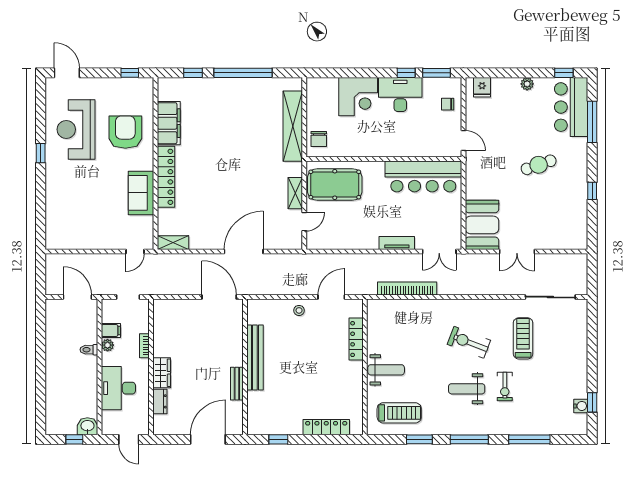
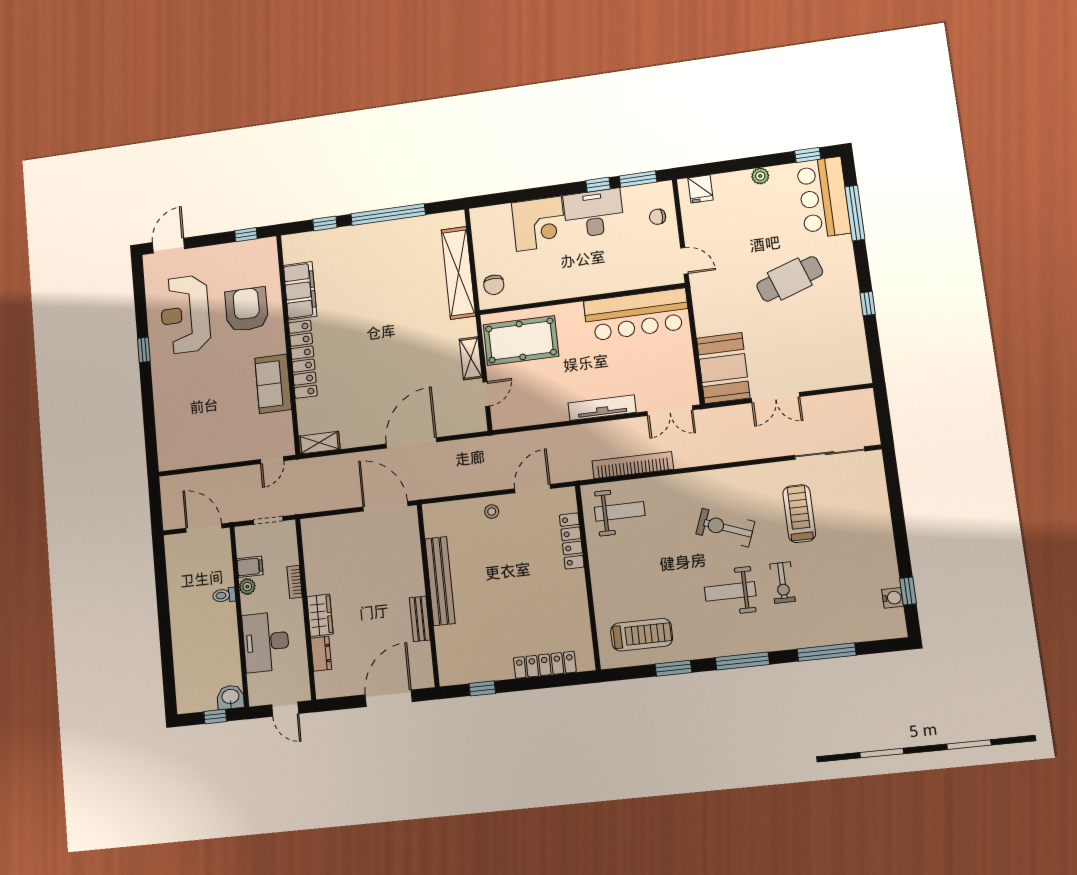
door: (67, 73) -> (168, 246), hinge flipped
cafe table: (539, 165) -> (790, 279), width x1.37, depth x1.35
tv unit: (397, 243) -> (602, 408), width x1.41
weight bench: (386, 370) -> (620, 511), moved

